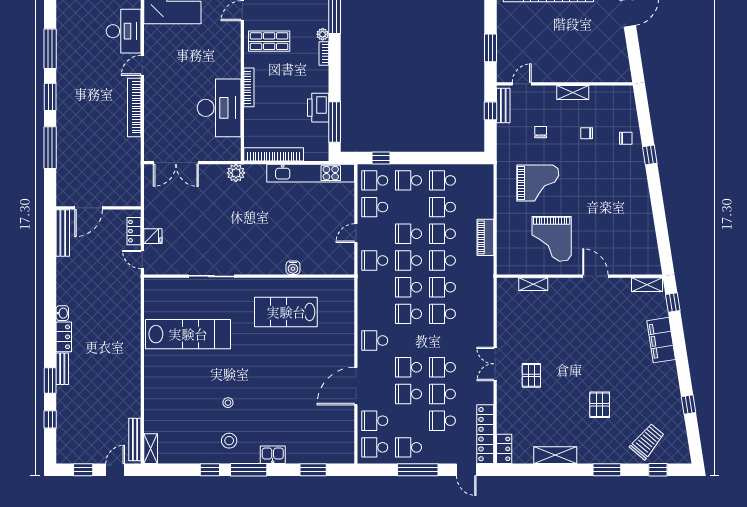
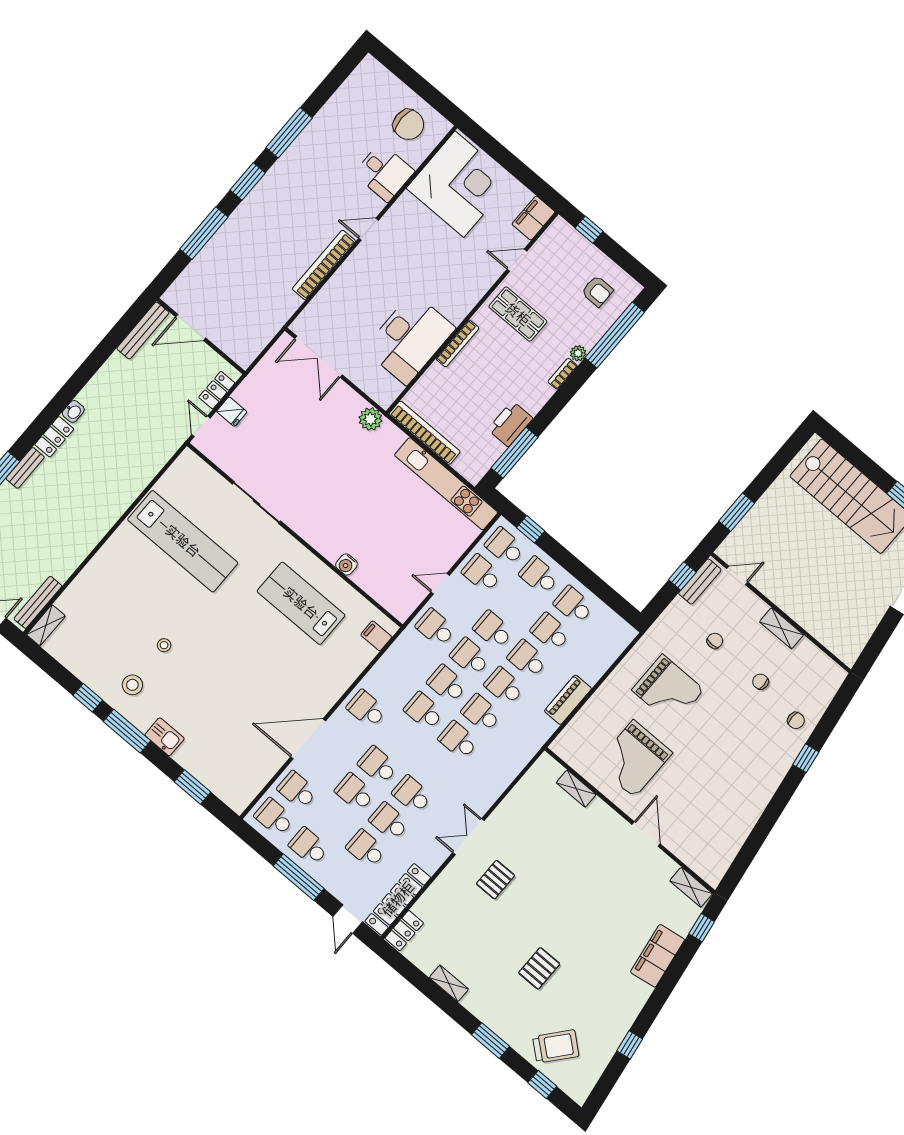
desk: (124, 31) -> (384, 172), width x0.73
filing cabinet: (345, 294) -> (376, 636), added
shelving: (555, 455) -> (449, 983), width x0.67, depth x0.75

